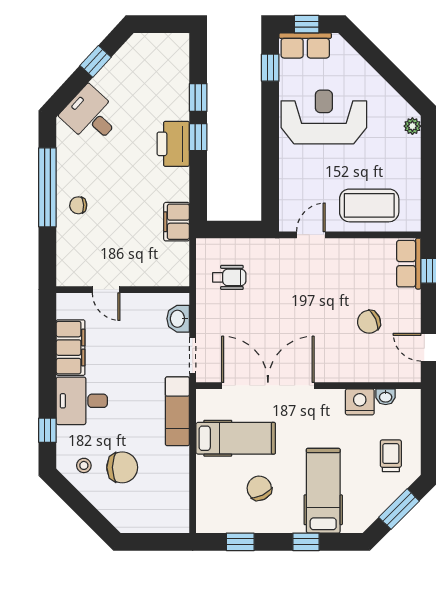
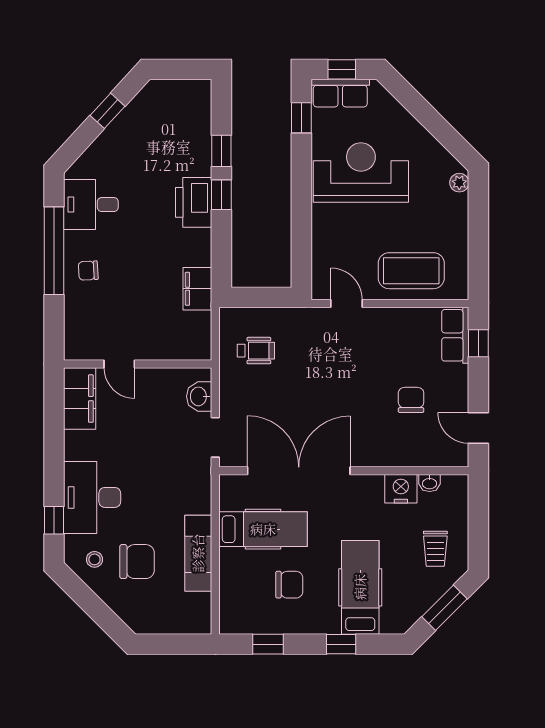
desk: (91, 116) -> (91, 205), moved, turned -43
door: (311, 235) -> (347, 303), hinge flipped
chair: (369, 322) -> (411, 400), turned 114
filing cabinet: (71, 348) -> (80, 399), moved
desk: (82, 401) -> (92, 497), width x1.37
exam couch: (177, 411) -> (198, 553), moved
trolley: (391, 456) -> (435, 549), turned 180
chair: (259, 488) -> (289, 585), turned 116

